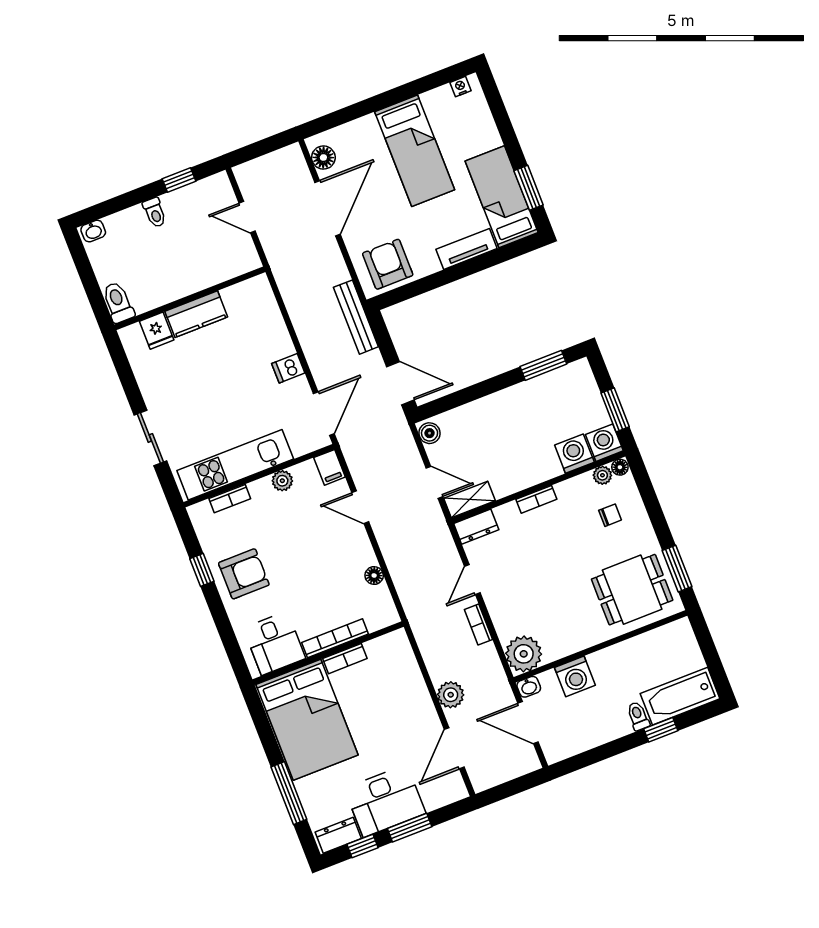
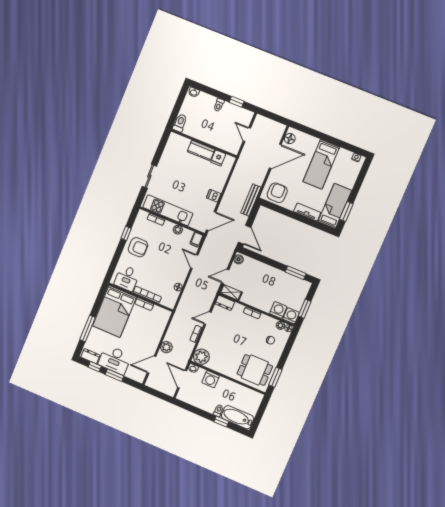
fridge: (157, 331) -> (218, 158), moved
door: (434, 482) -> (225, 276), swing flipped

